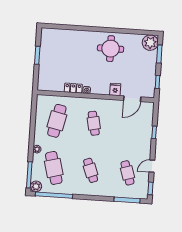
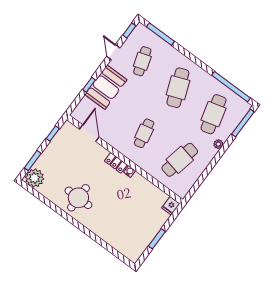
locker: (73, 88) -> (116, 163), moved
fridge: (115, 89) -> (171, 206), moved
door: (132, 99) -> (89, 133), hinge flipped
booth: (141, 138) -> (106, 87), added
door: (152, 166) -> (113, 52), swing flipped
cafe table: (91, 170) -> (178, 88), width x1.37, depth x1.35
plant: (36, 186) -> (243, 107), removed

